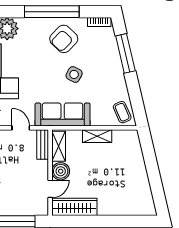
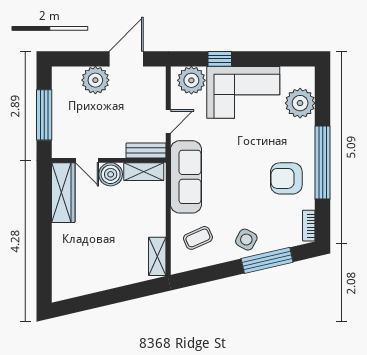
armchair: (64, 39) -> (286, 178), turned -44
side table: (74, 74) -> (246, 240), moved
coffee table: (122, 112) -> (198, 238), moved
shelving: (97, 136) -> (157, 256), moved

